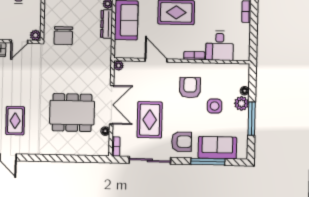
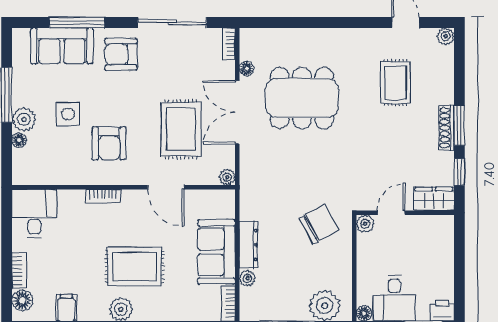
chair: (63, 36) -> (319, 224), turned 61
desk: (220, 46) -> (34, 213), moved
rug: (150, 120) -> (181, 129), moved

